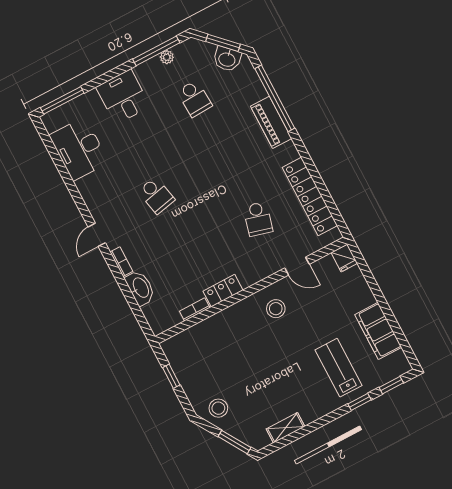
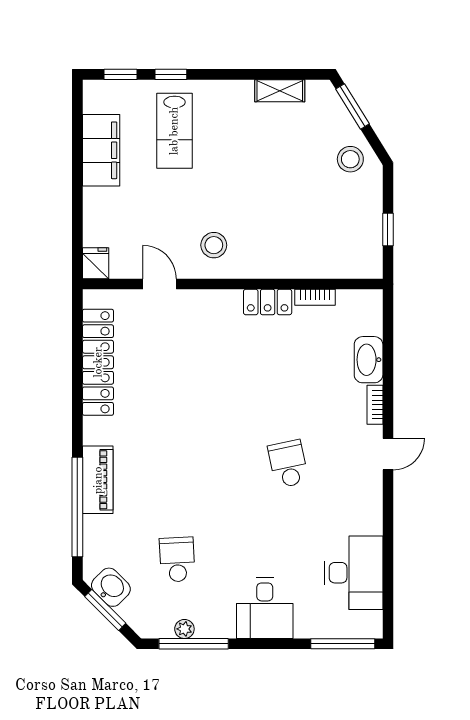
school desk: (258, 219) -> (177, 368), removed

